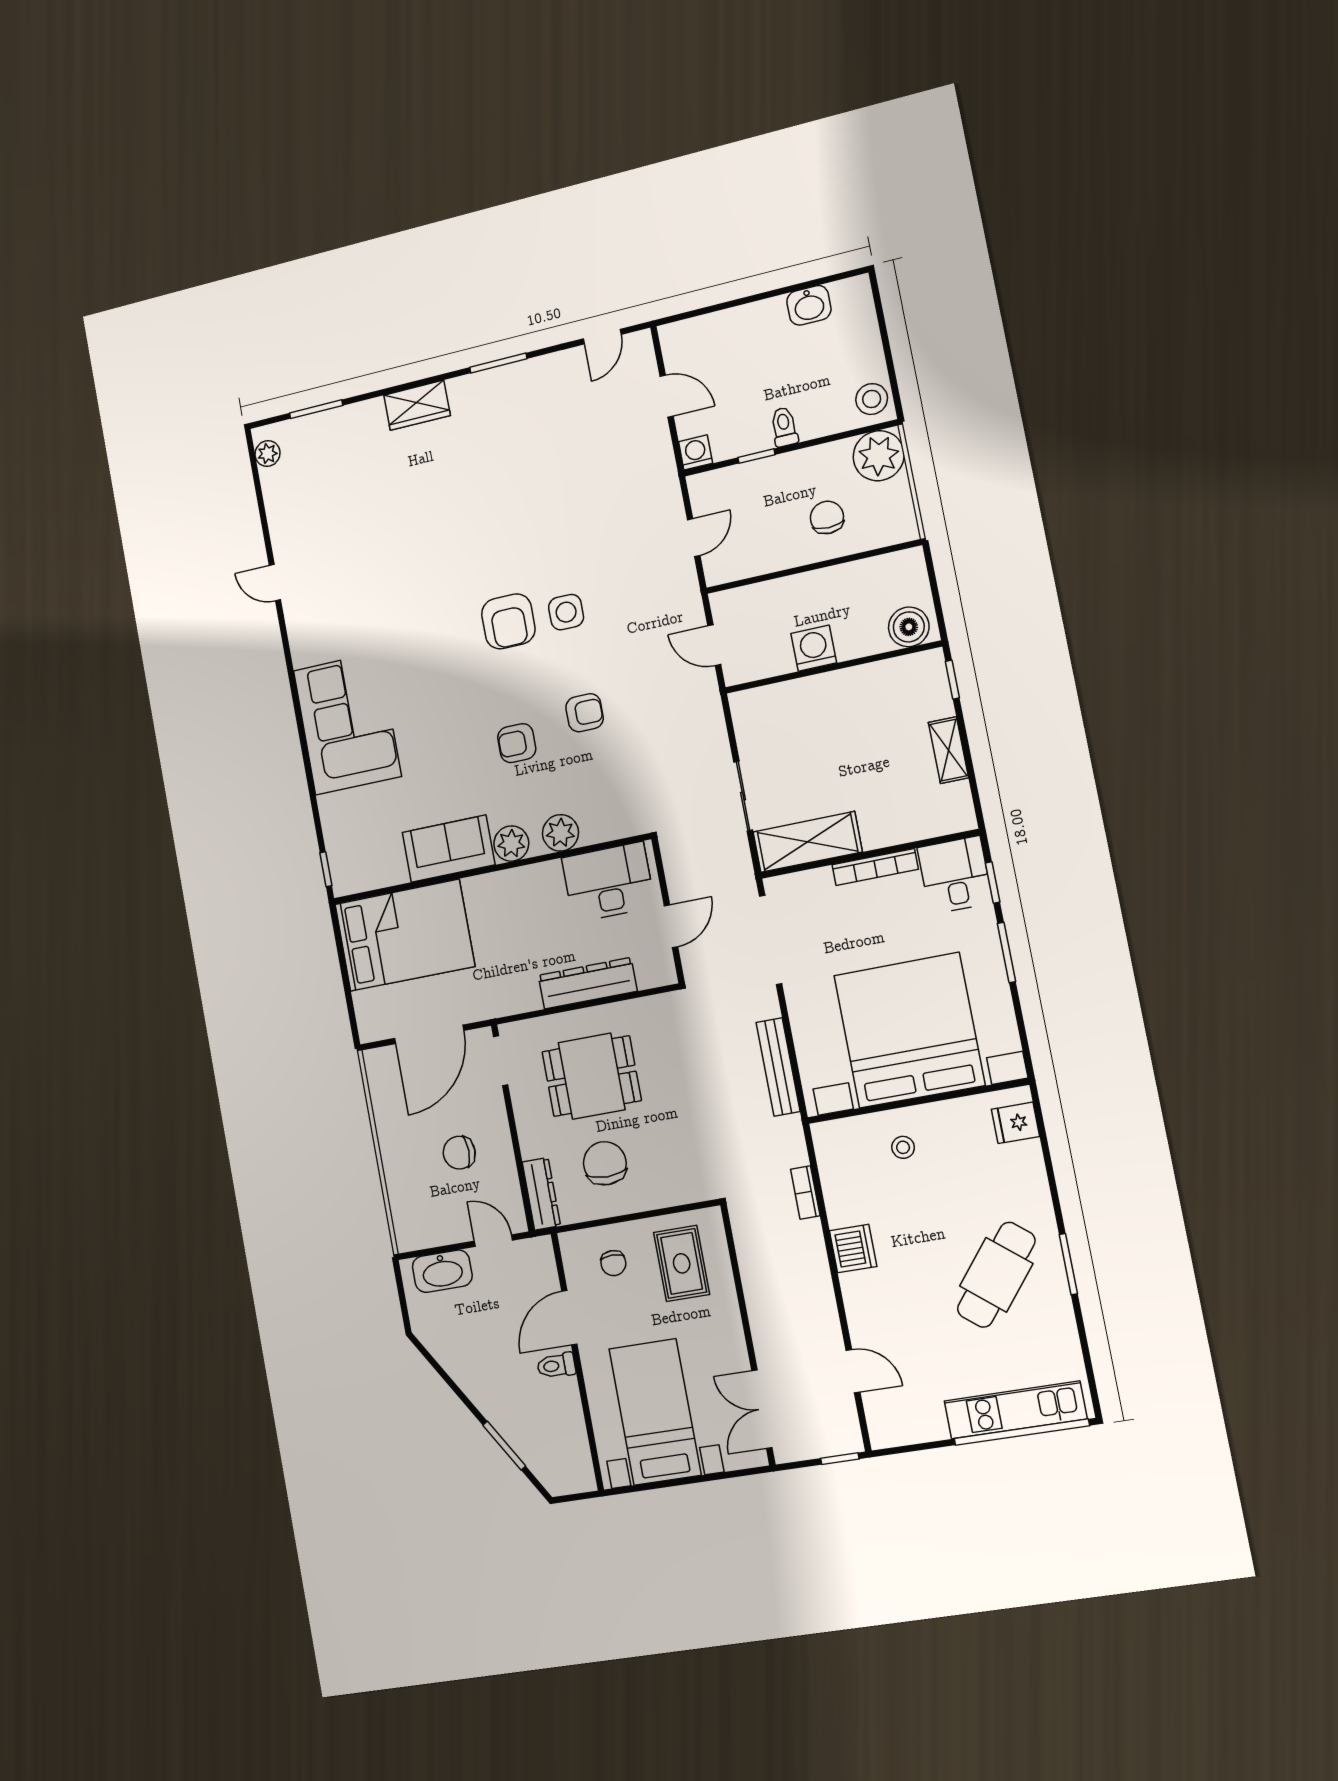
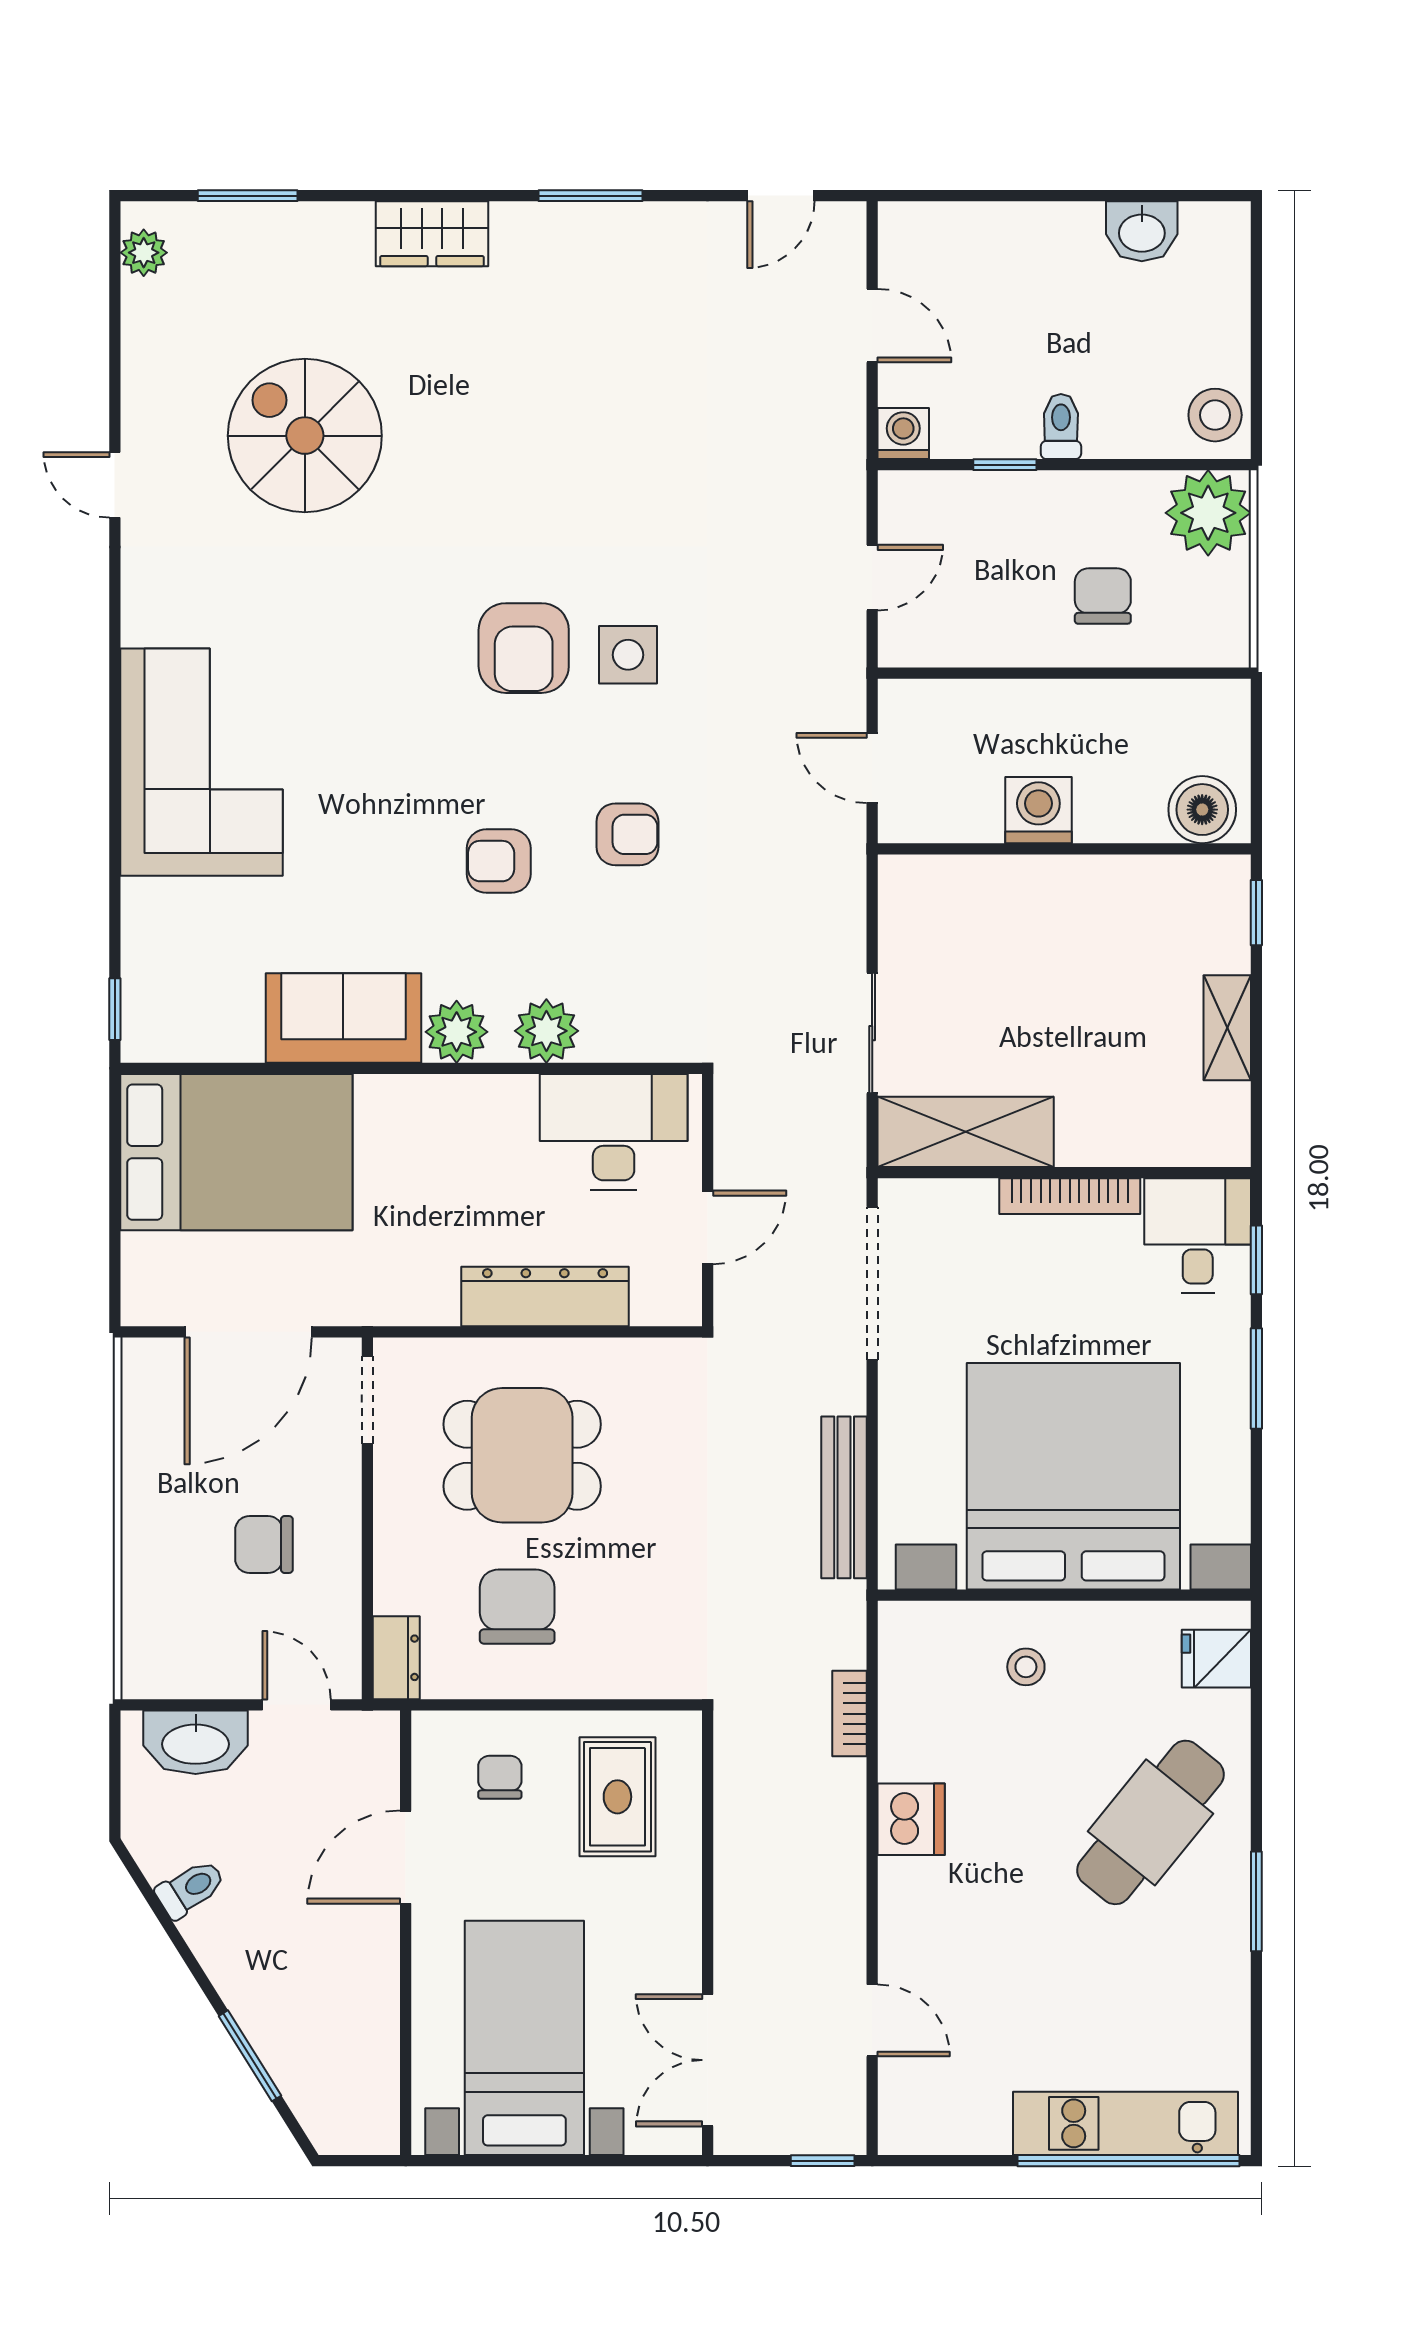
spiral stairs: (370, 532) -> (305, 436), added
dresser: (541, 1194) -> (396, 1658), width x0.70
chair: (613, 1263) -> (500, 1777), turned 180
cafe table: (996, 1275) -> (1150, 1822), moved
toilet: (556, 1366) -> (190, 1889), moved, turned 148

